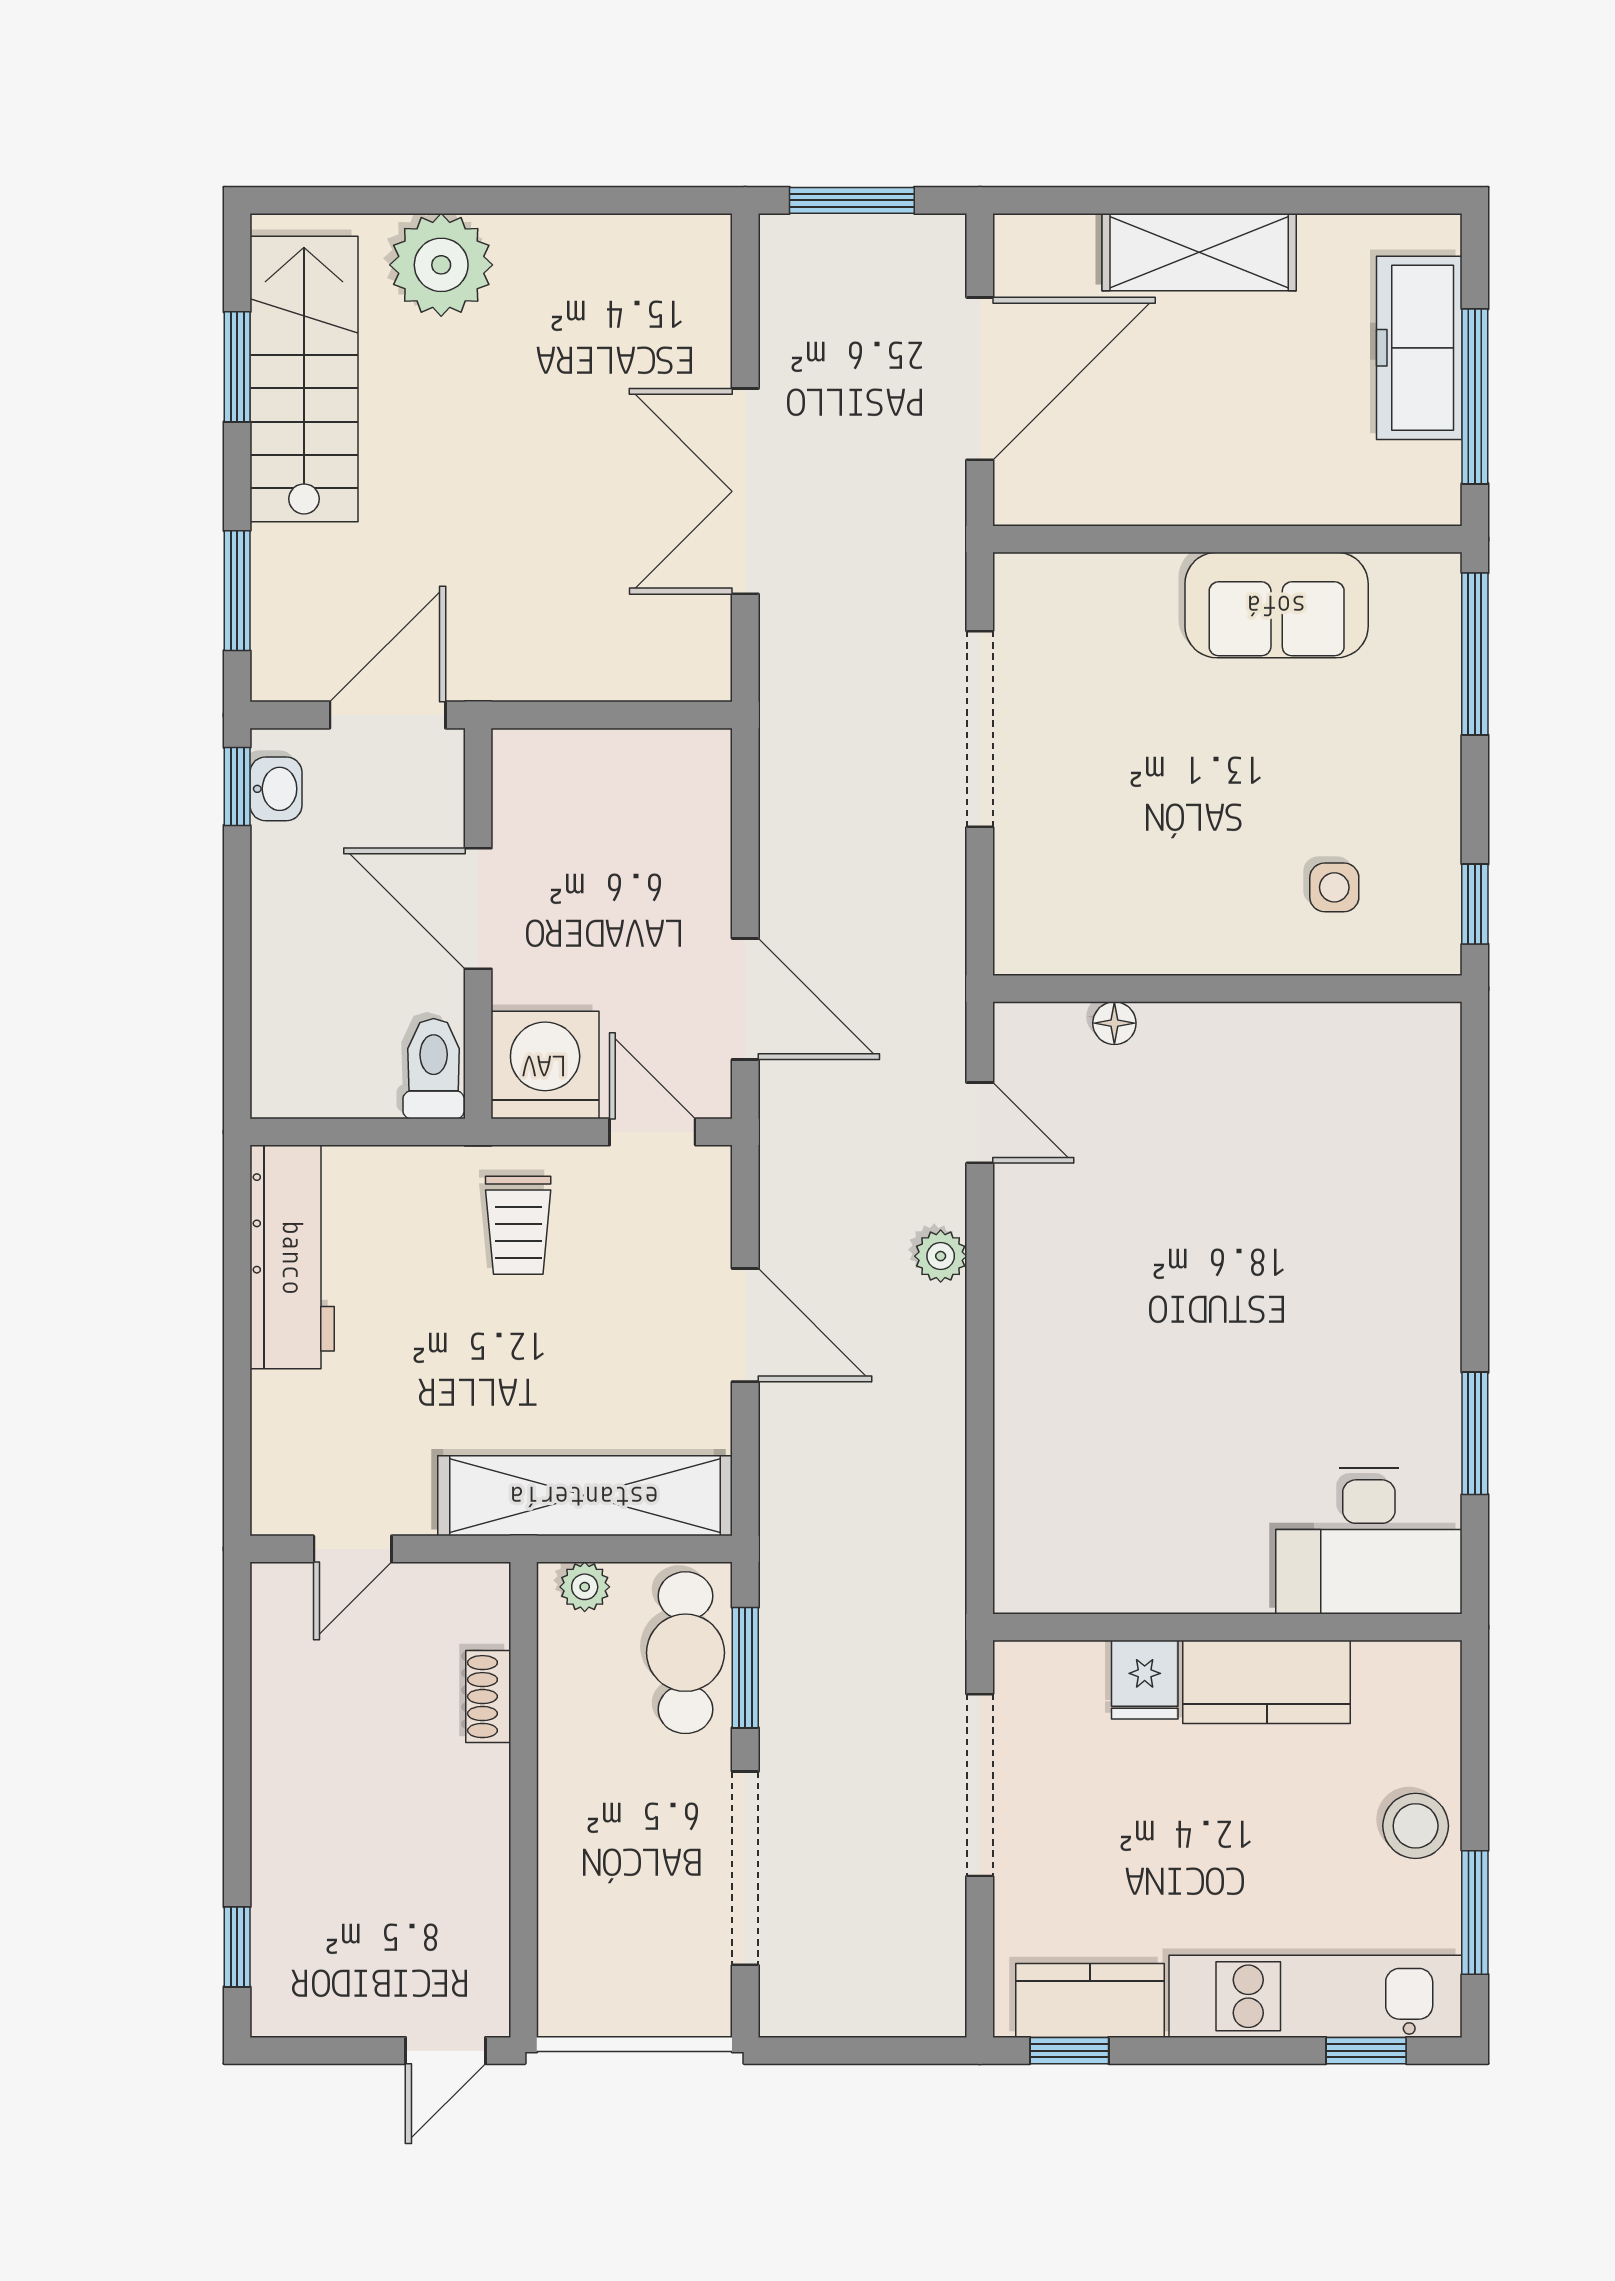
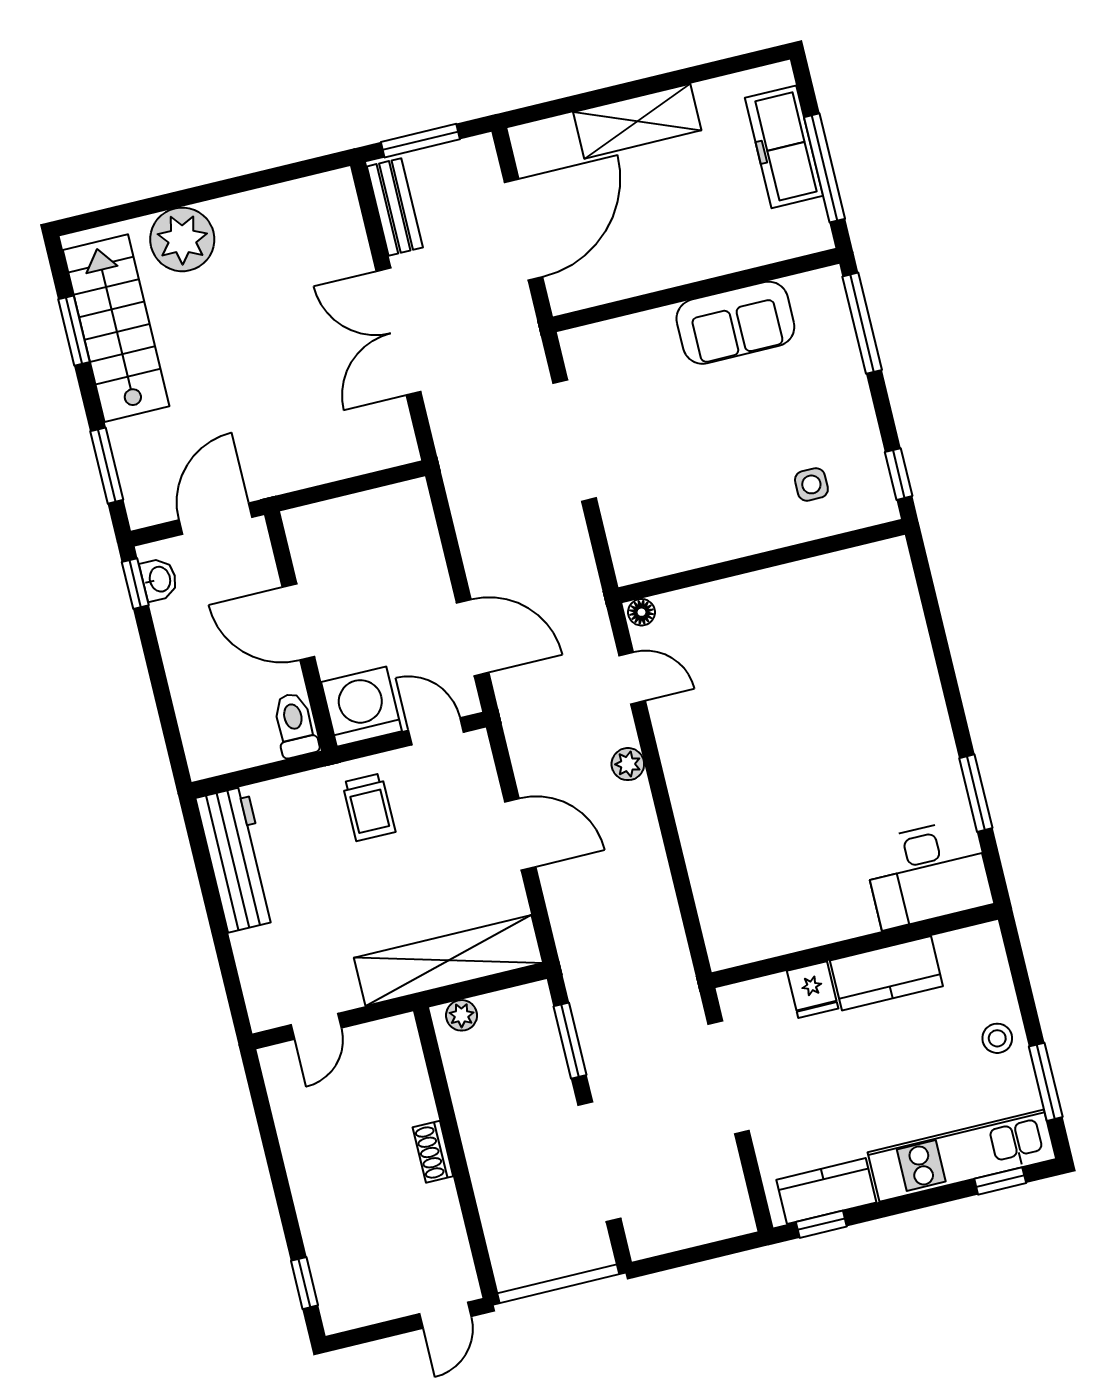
bench: (787, 295) -> (395, 207), added
floor lamp: (1114, 1023) -> (642, 612), moved
cafe table: (685, 1653) -> (532, 1040), removed
shoe rack: (488, 1697) -> (433, 1152), moved
stool: (1416, 1826) -> (997, 1038), width x0.73, depth x0.73

